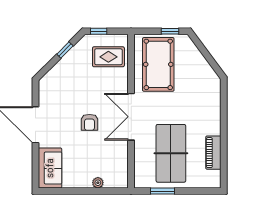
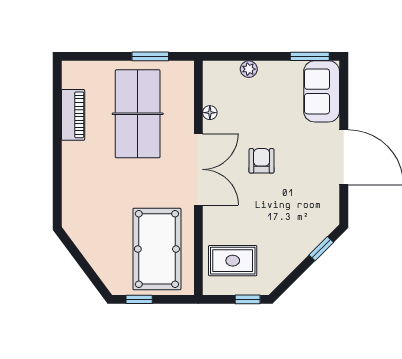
window: (65, 50) -> (321, 249), moved
floor lamp: (123, 154) -> (210, 113), added
window: (58, 191) -> (310, 56), added

